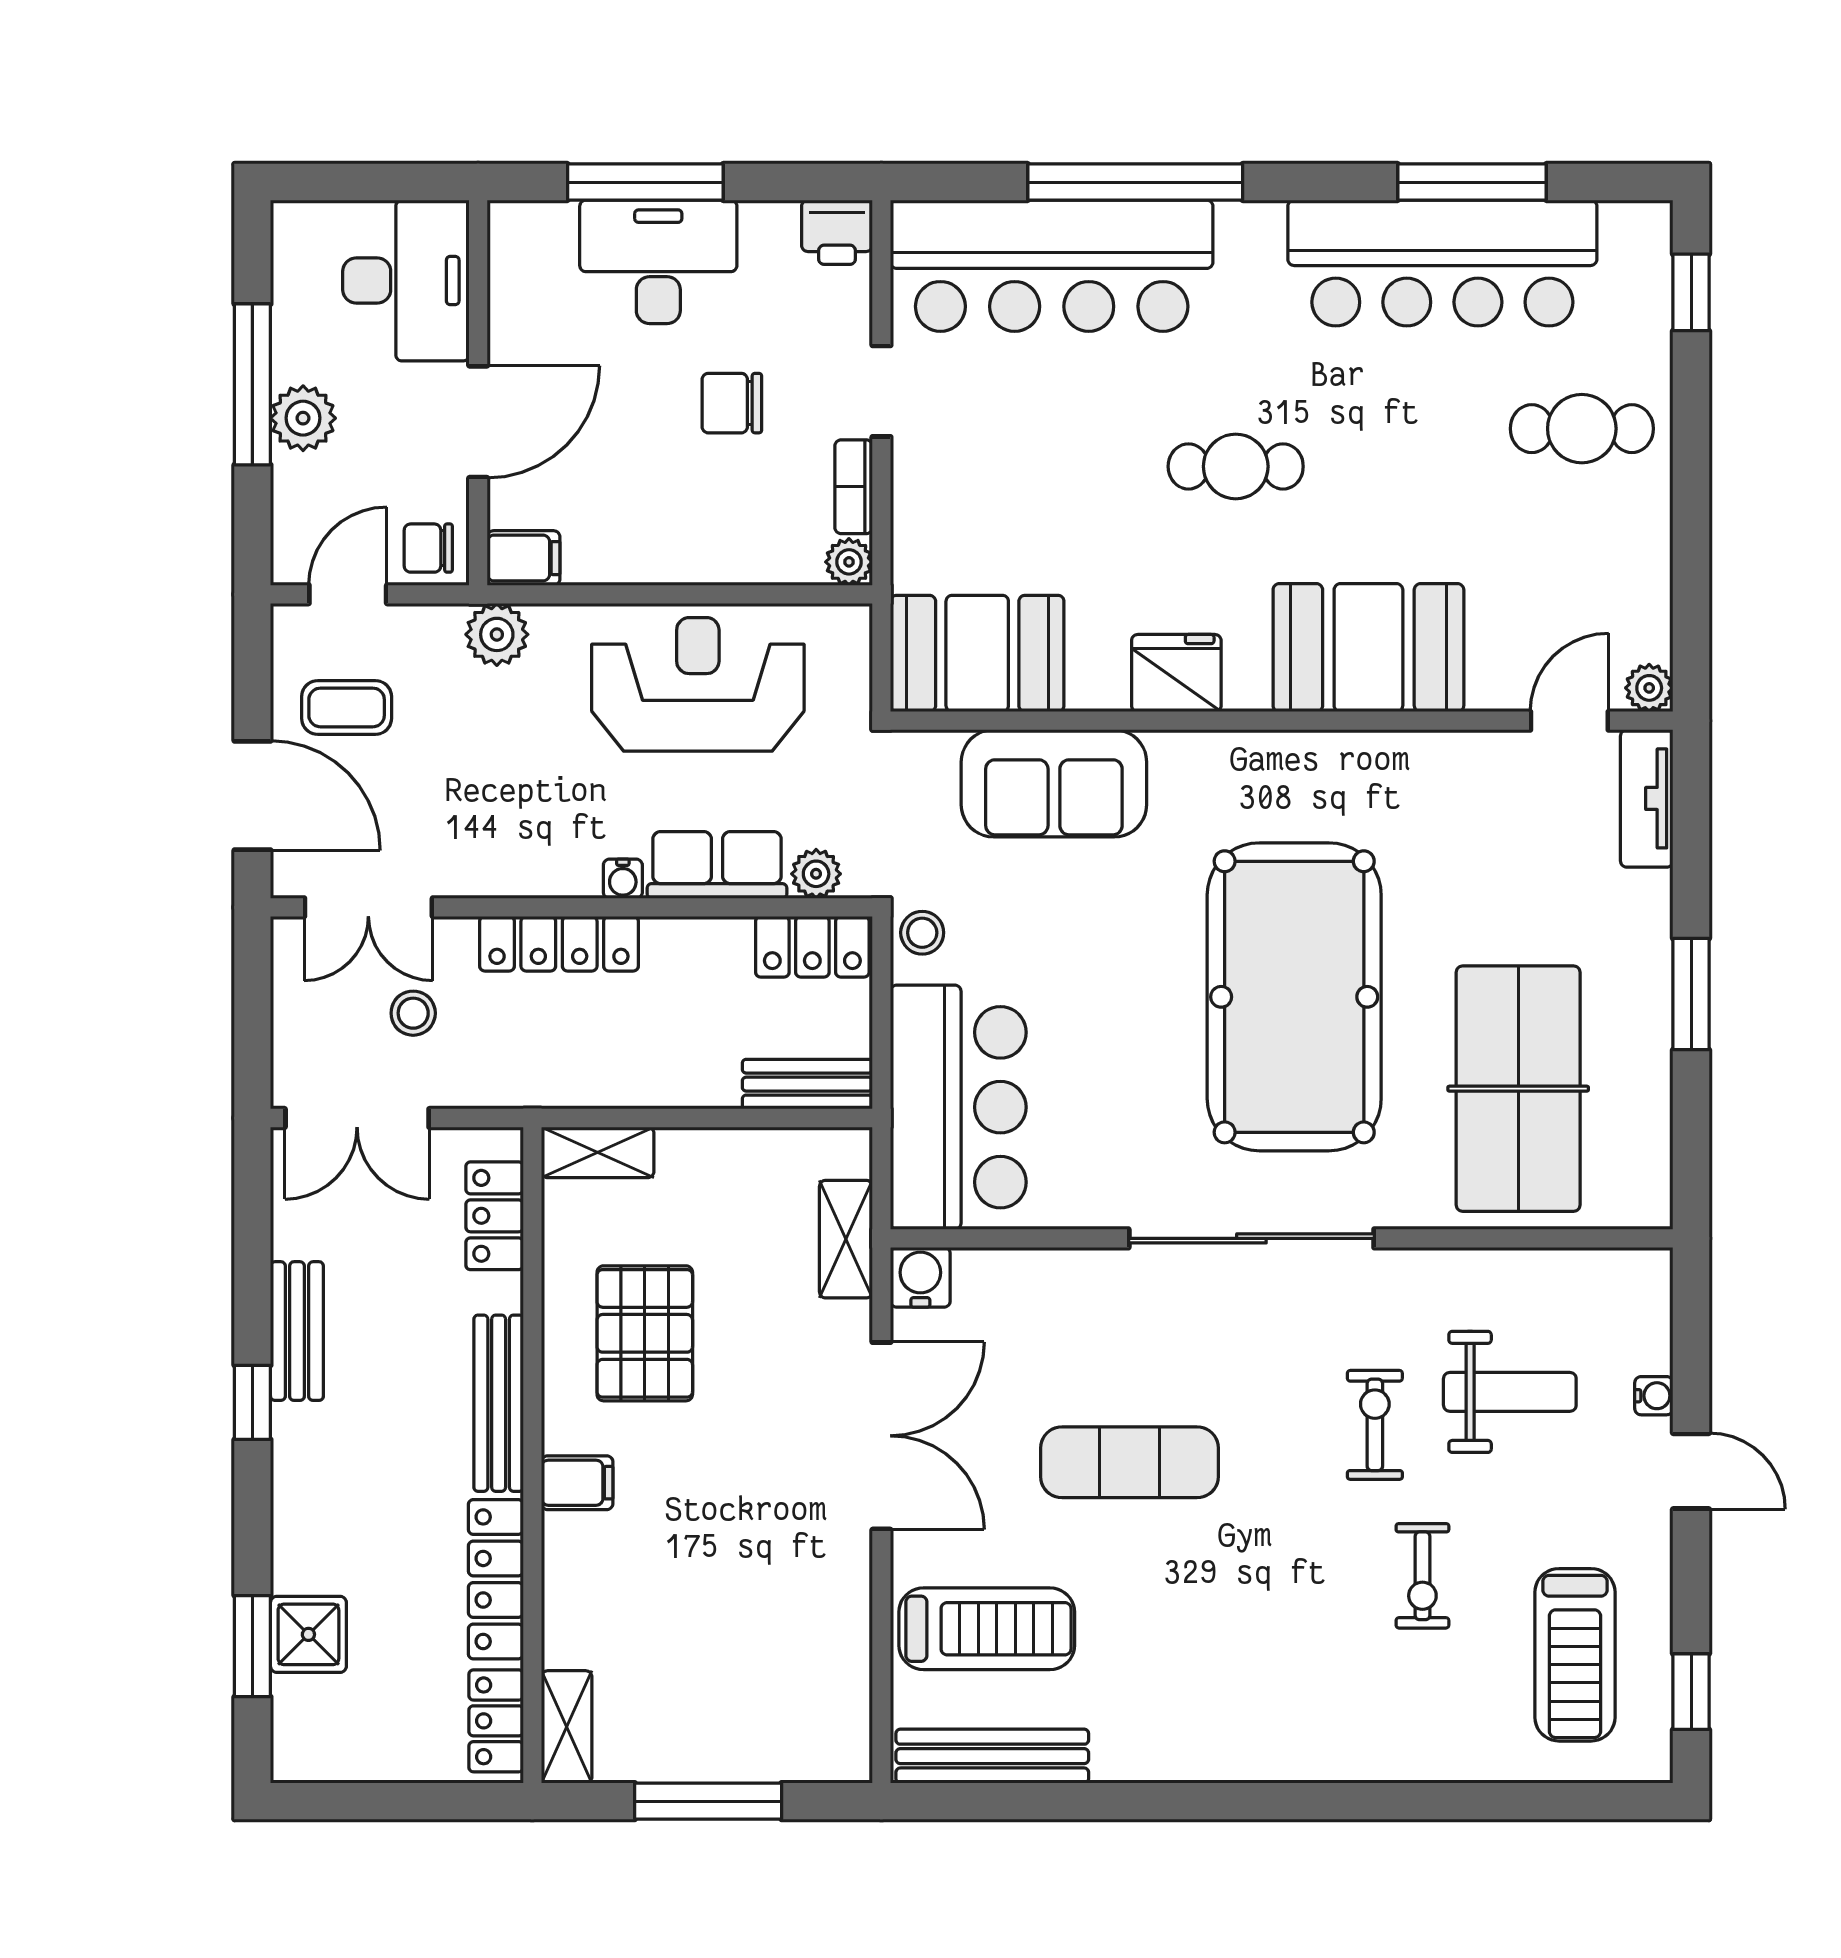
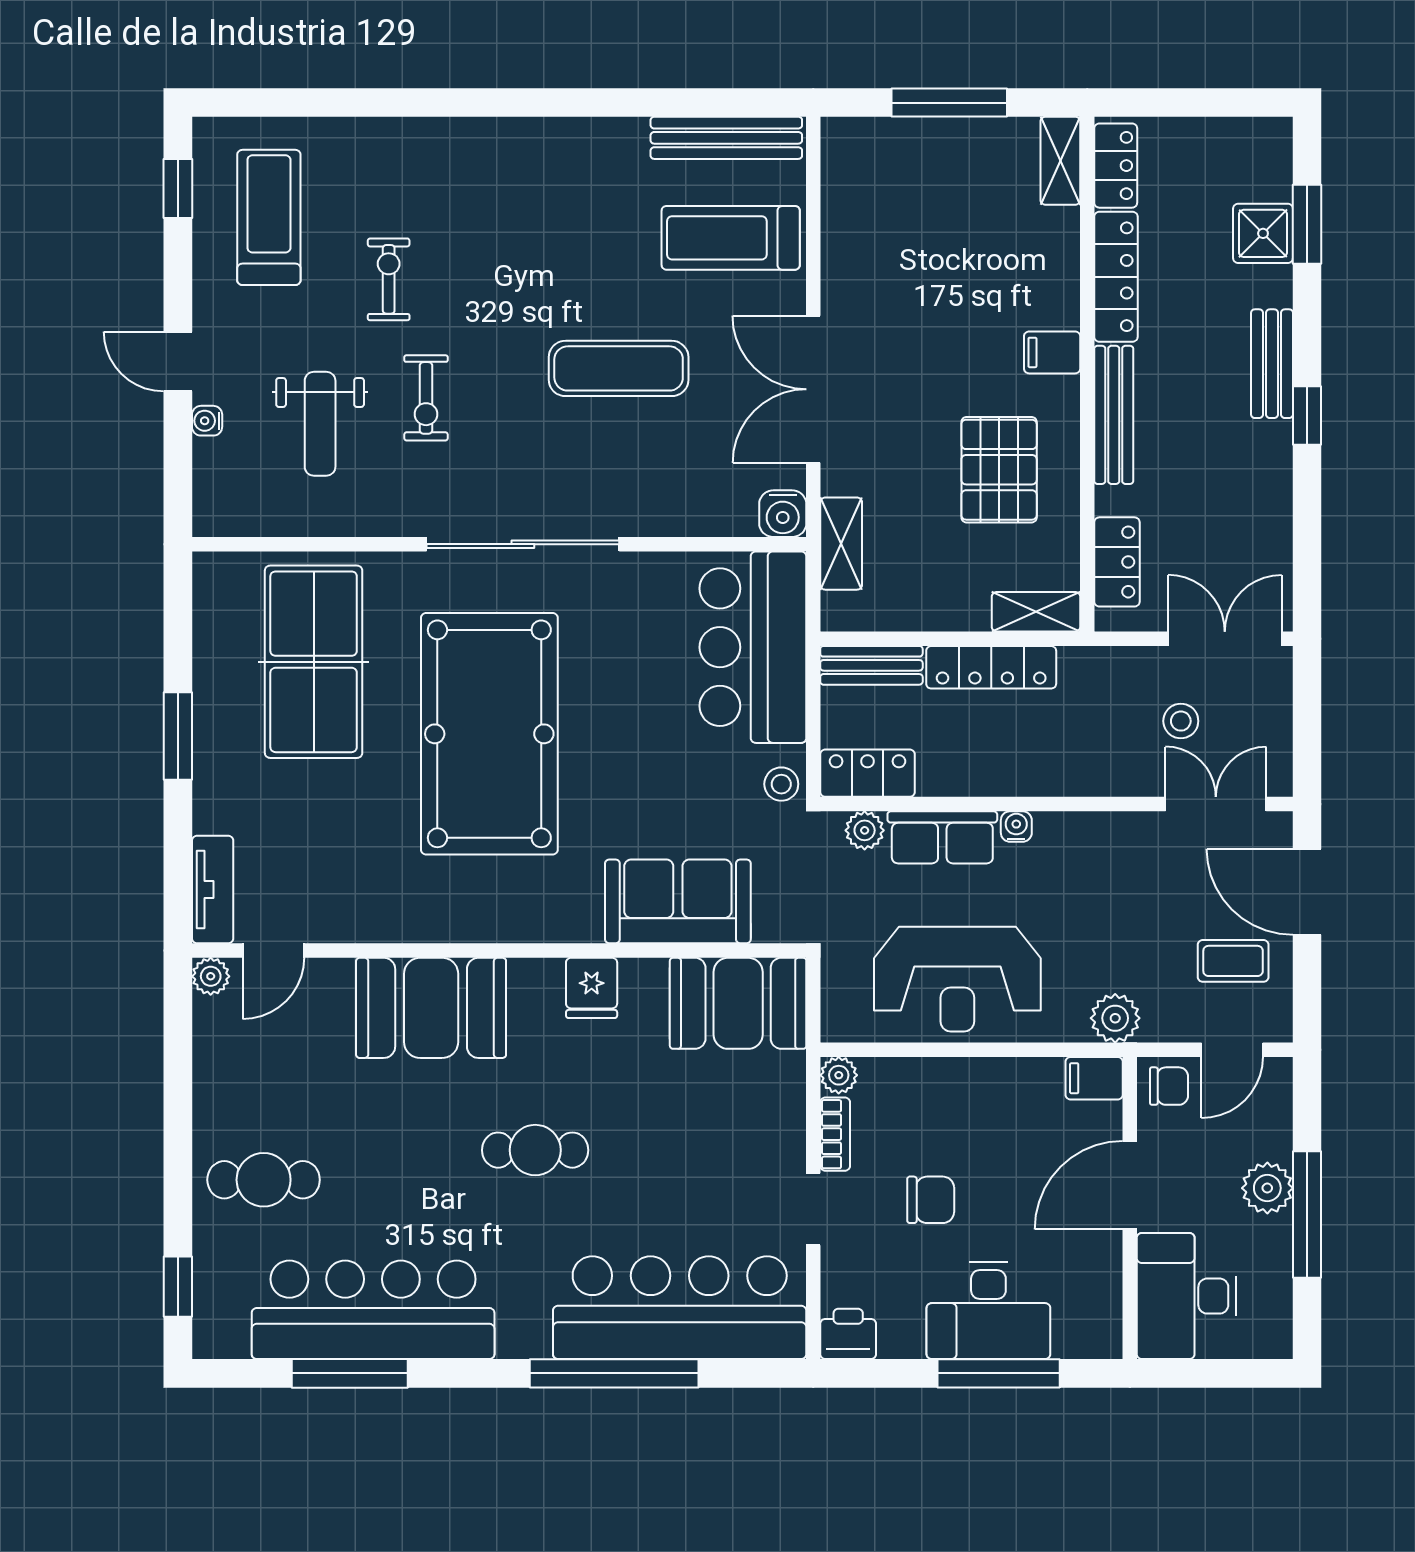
fridge: (1176, 673) -> (592, 988), width x0.72
locker: (559, 944) -> (991, 667), moved, turned 180
bench: (297, 1331) -> (1272, 364), moved
weight bench: (1510, 1392) -> (320, 424), turned -90

